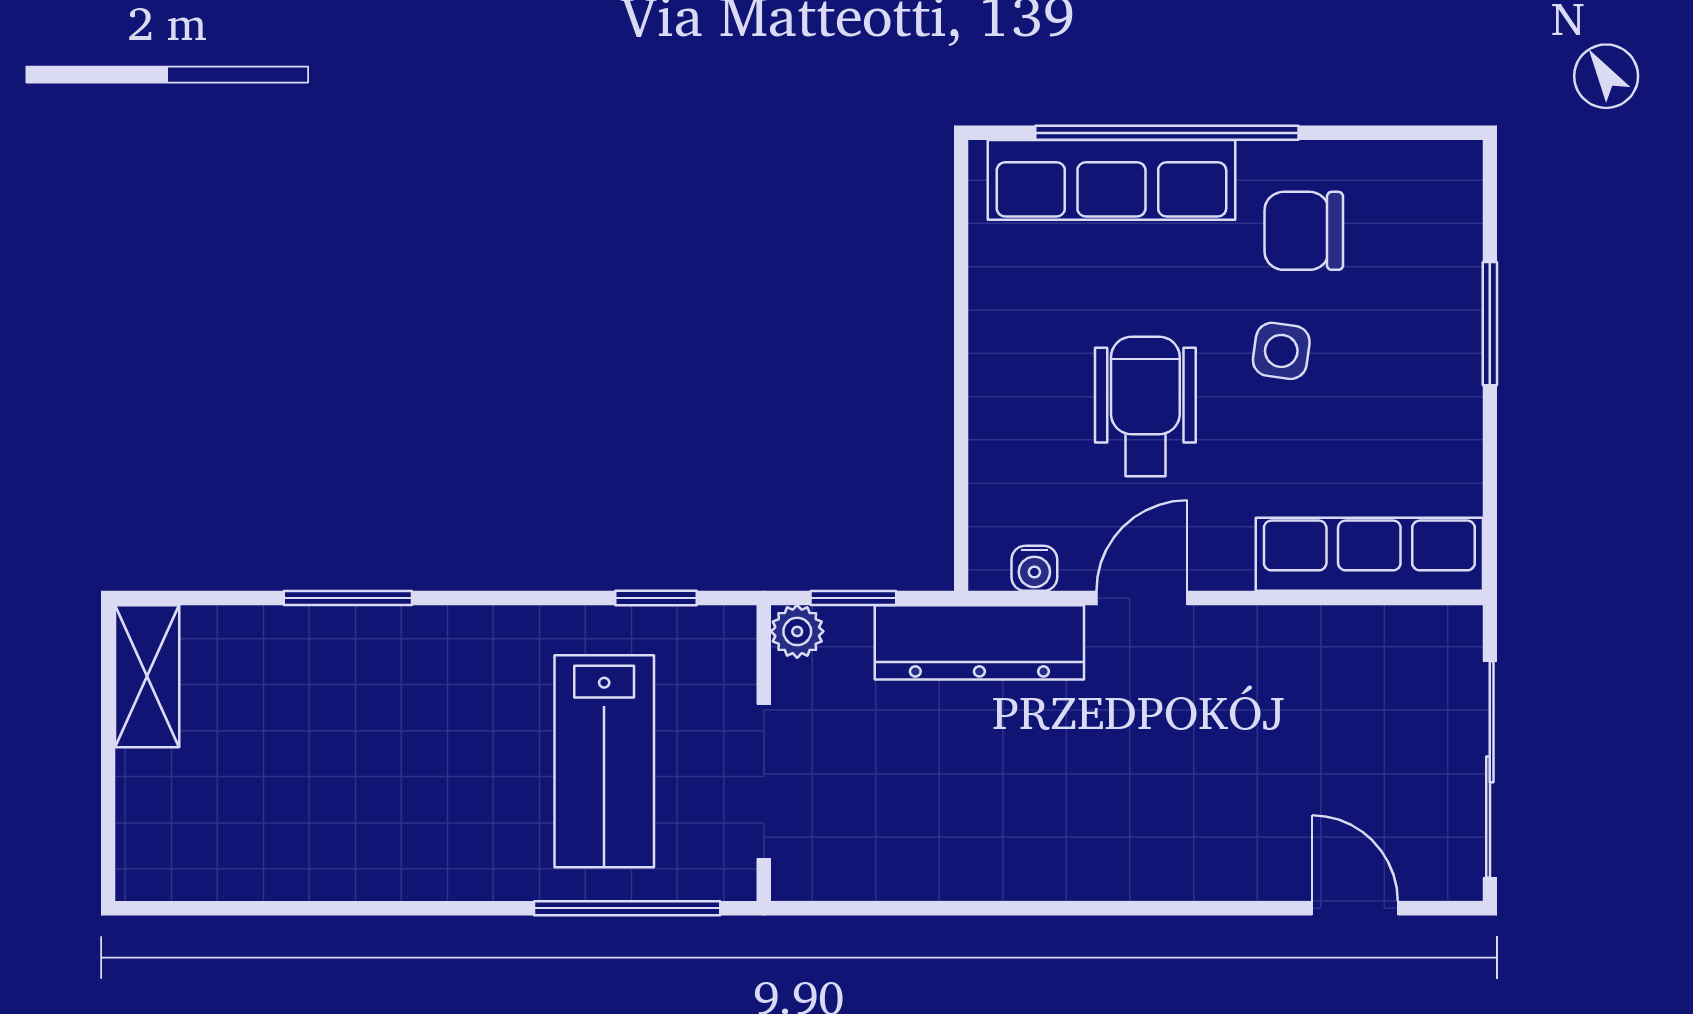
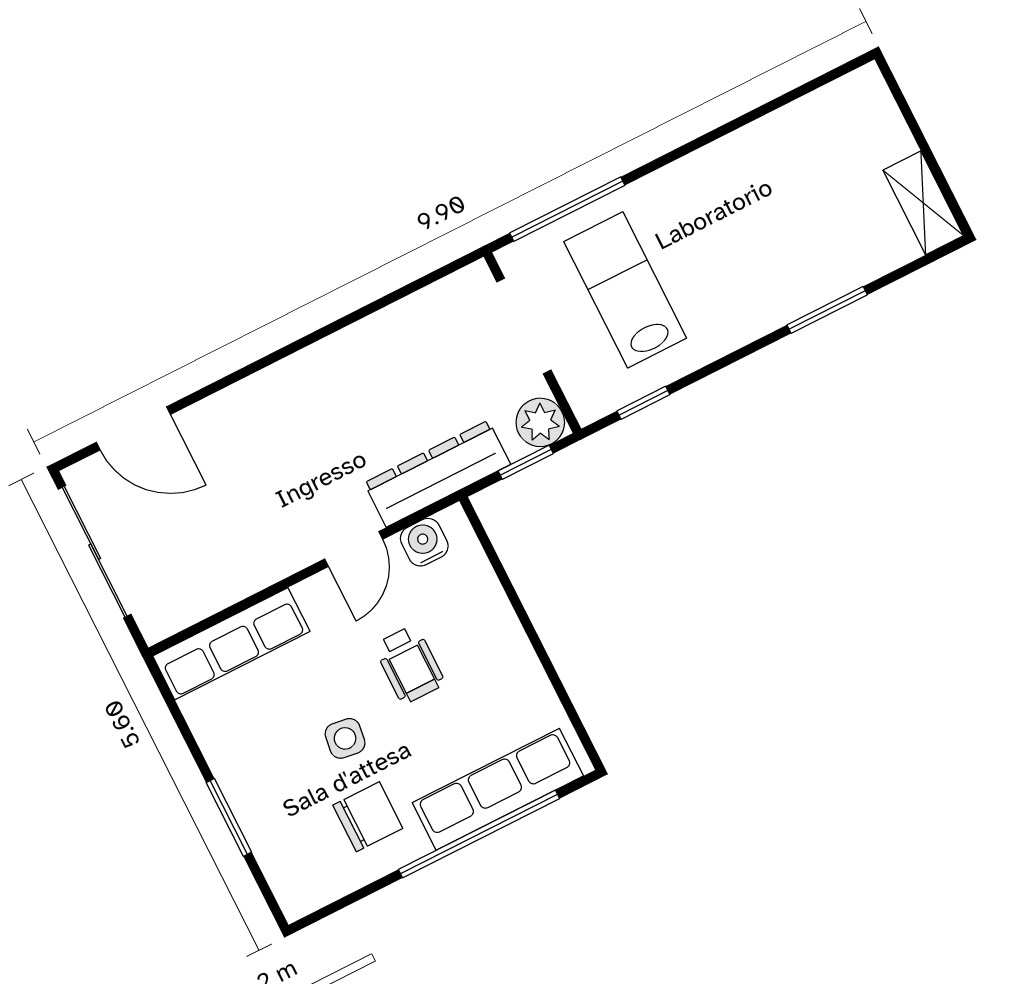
wheelchair: (1145, 406) -> (409, 664), width x0.73, depth x0.73
water cooler: (1034, 568) -> (424, 542), width x1.38, depth x1.38
plant: (797, 631) -> (540, 422), width x1.38, depth x1.38
door: (1355, 908) -> (133, 428), width x1.38

